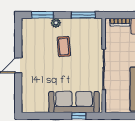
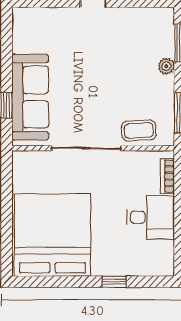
coffee table: (64, 47) -> (139, 130), moved

